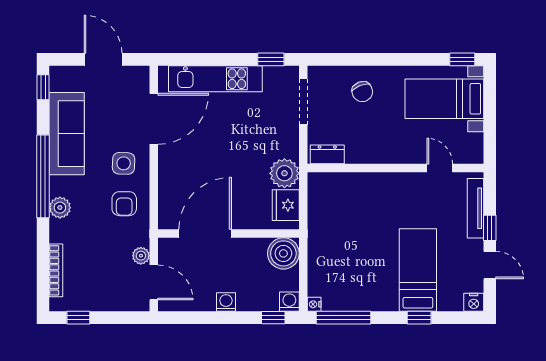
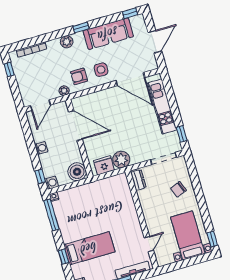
window: (43, 176) -> (81, 27), width x0.32
plant: (141, 256) -> (64, 91), moved

